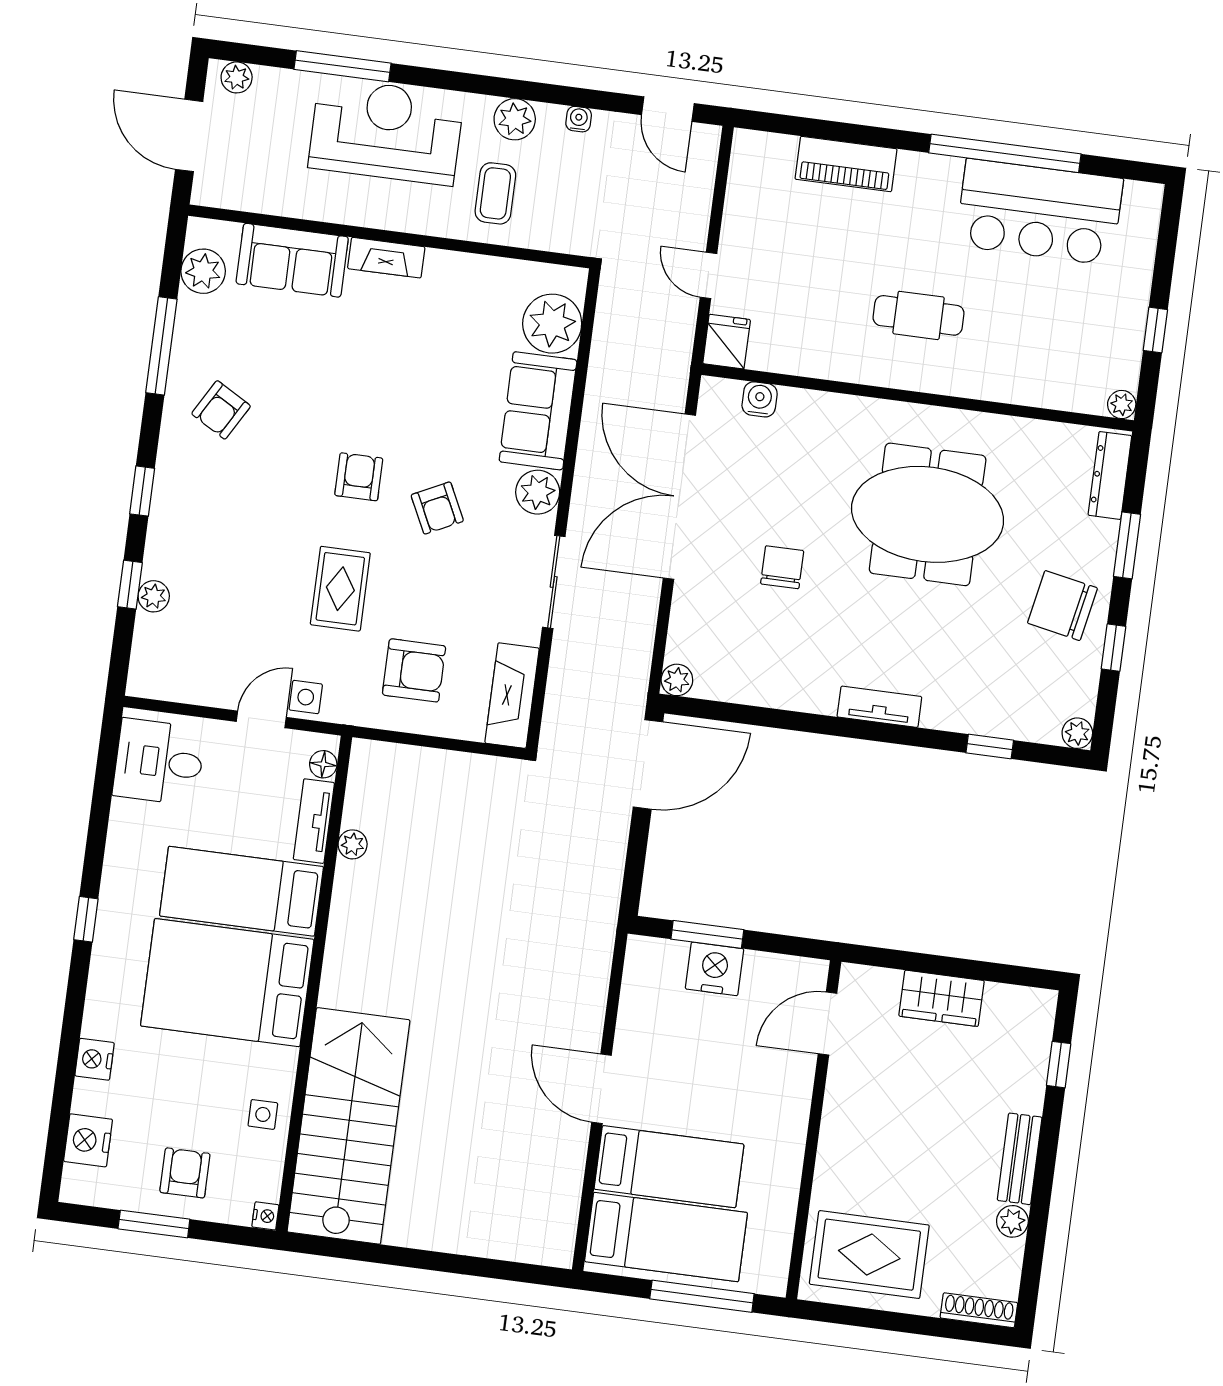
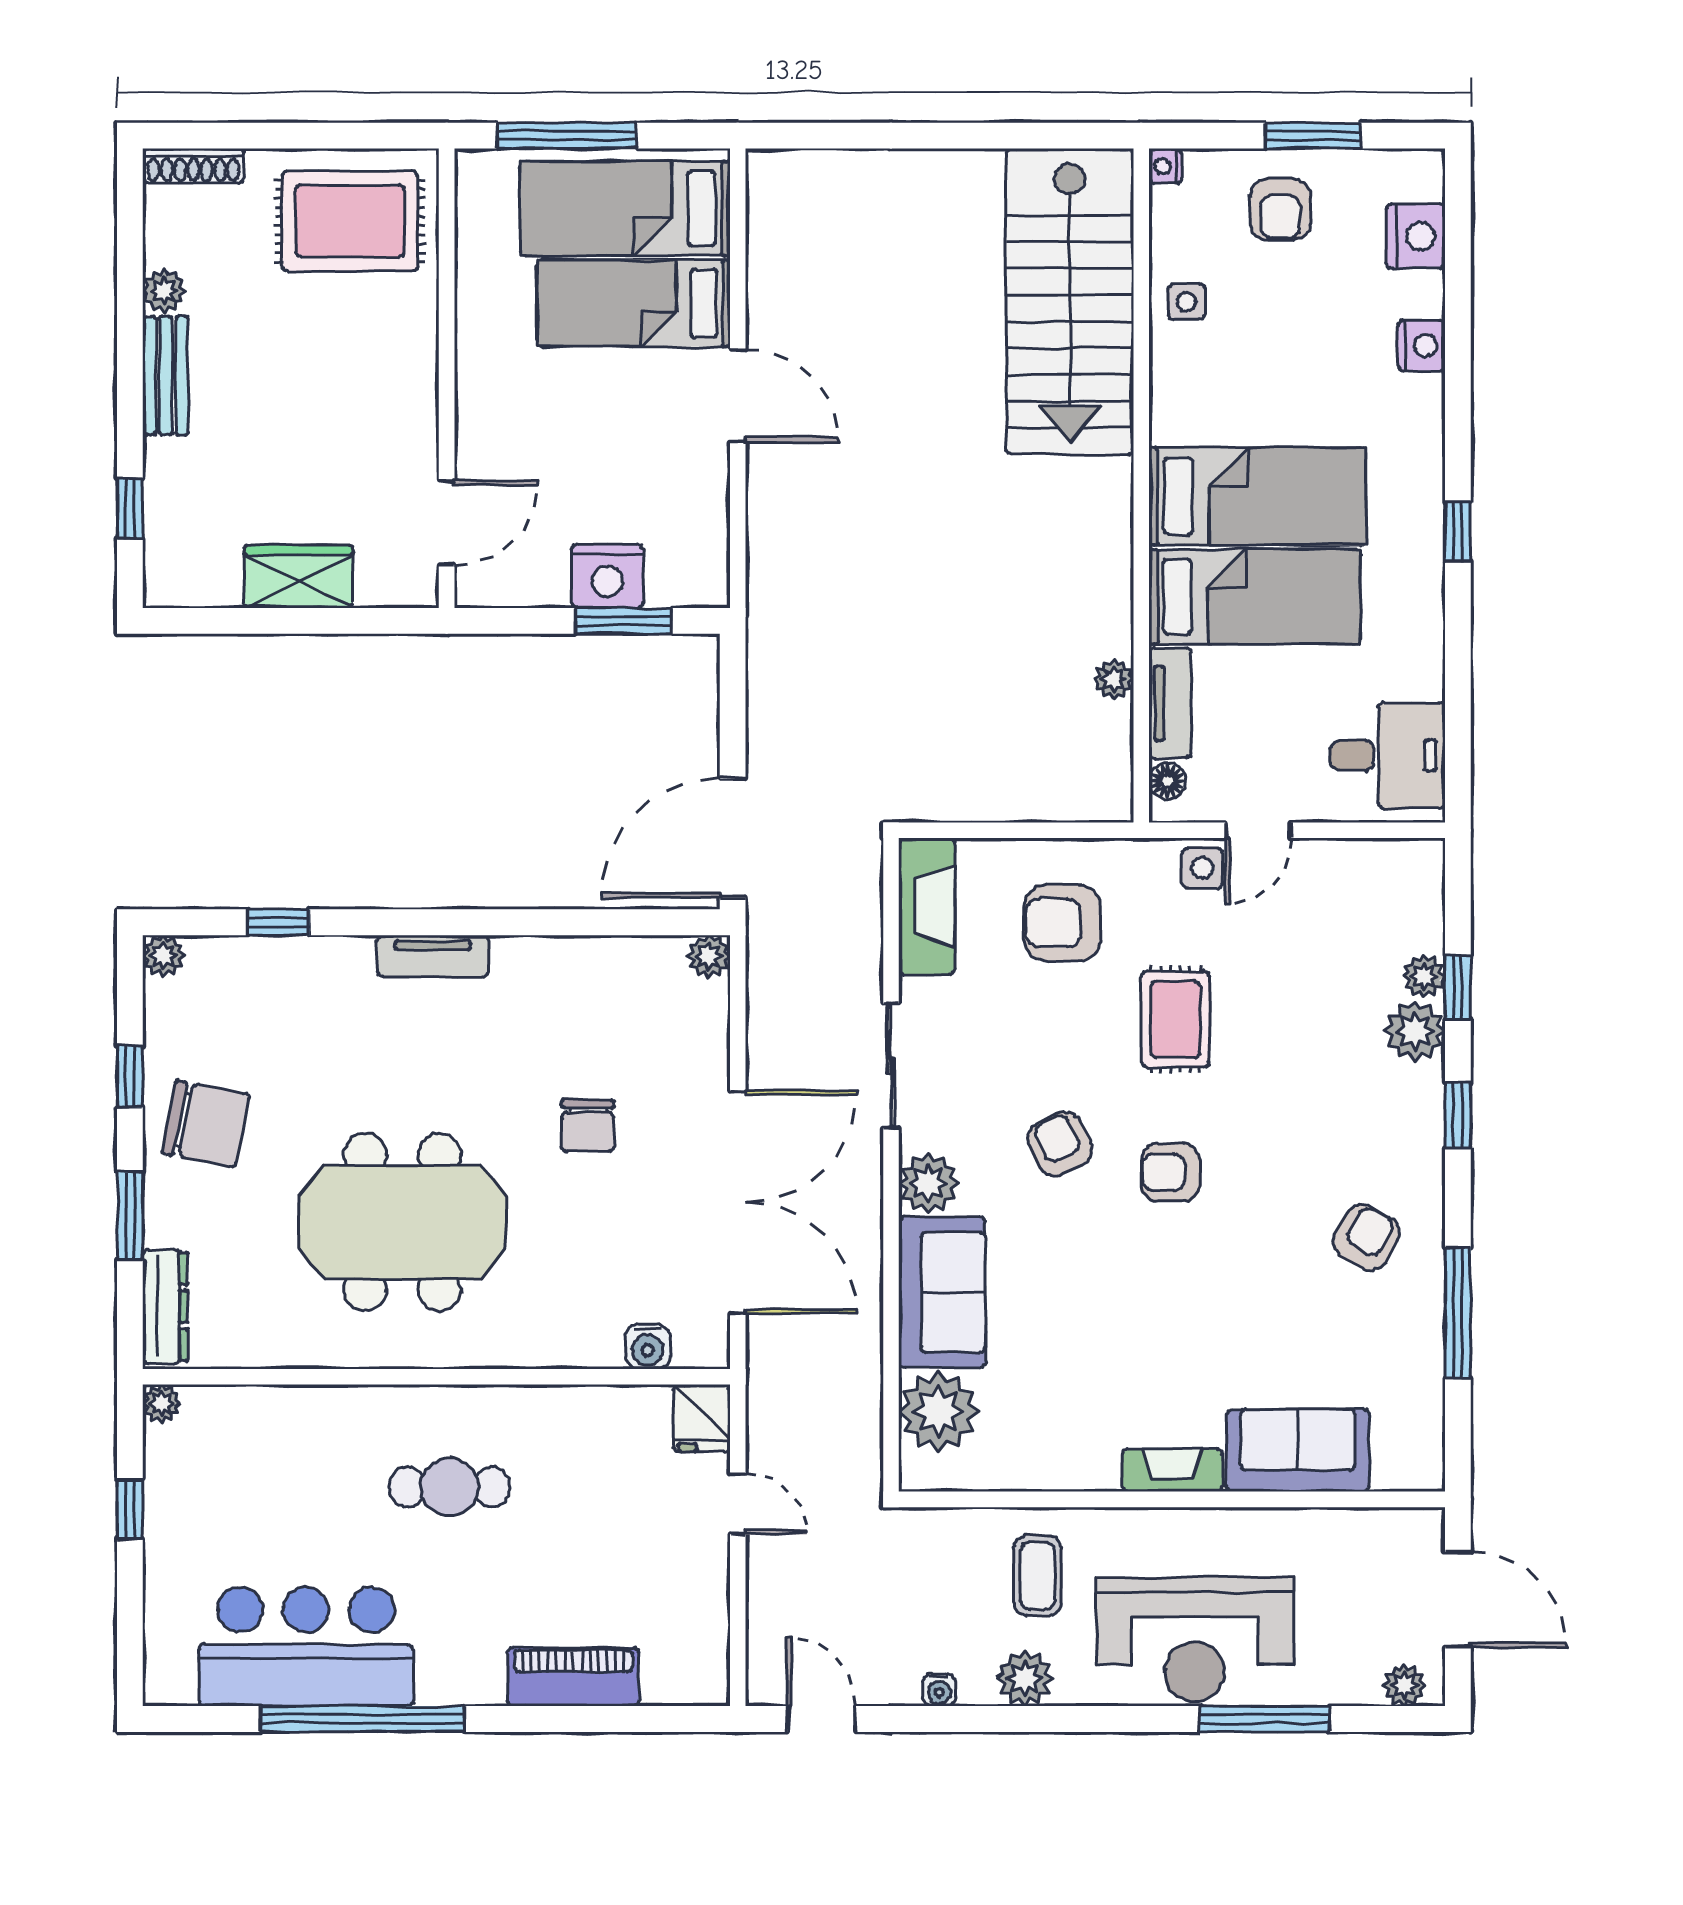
plant: (203, 271) -> (1415, 1031), moved
armchair: (359, 477) -> (1170, 1172), turned 90
bed: (227, 983) -> (1257, 496), width x0.67

